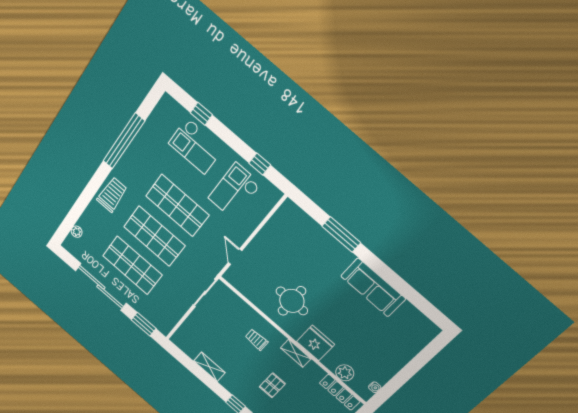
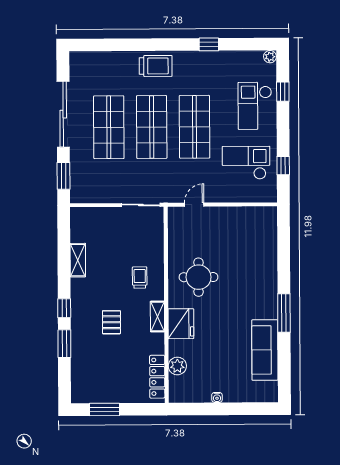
window: (124, 141) -> (209, 44), width x0.32
plant: (77, 232) -> (270, 57), moved
window: (341, 234) -> (284, 313), moved
sofa: (373, 287) -> (265, 350), moved
pallet: (272, 385) -> (111, 322), turned 90
water cooler: (375, 387) -> (217, 397), moved

